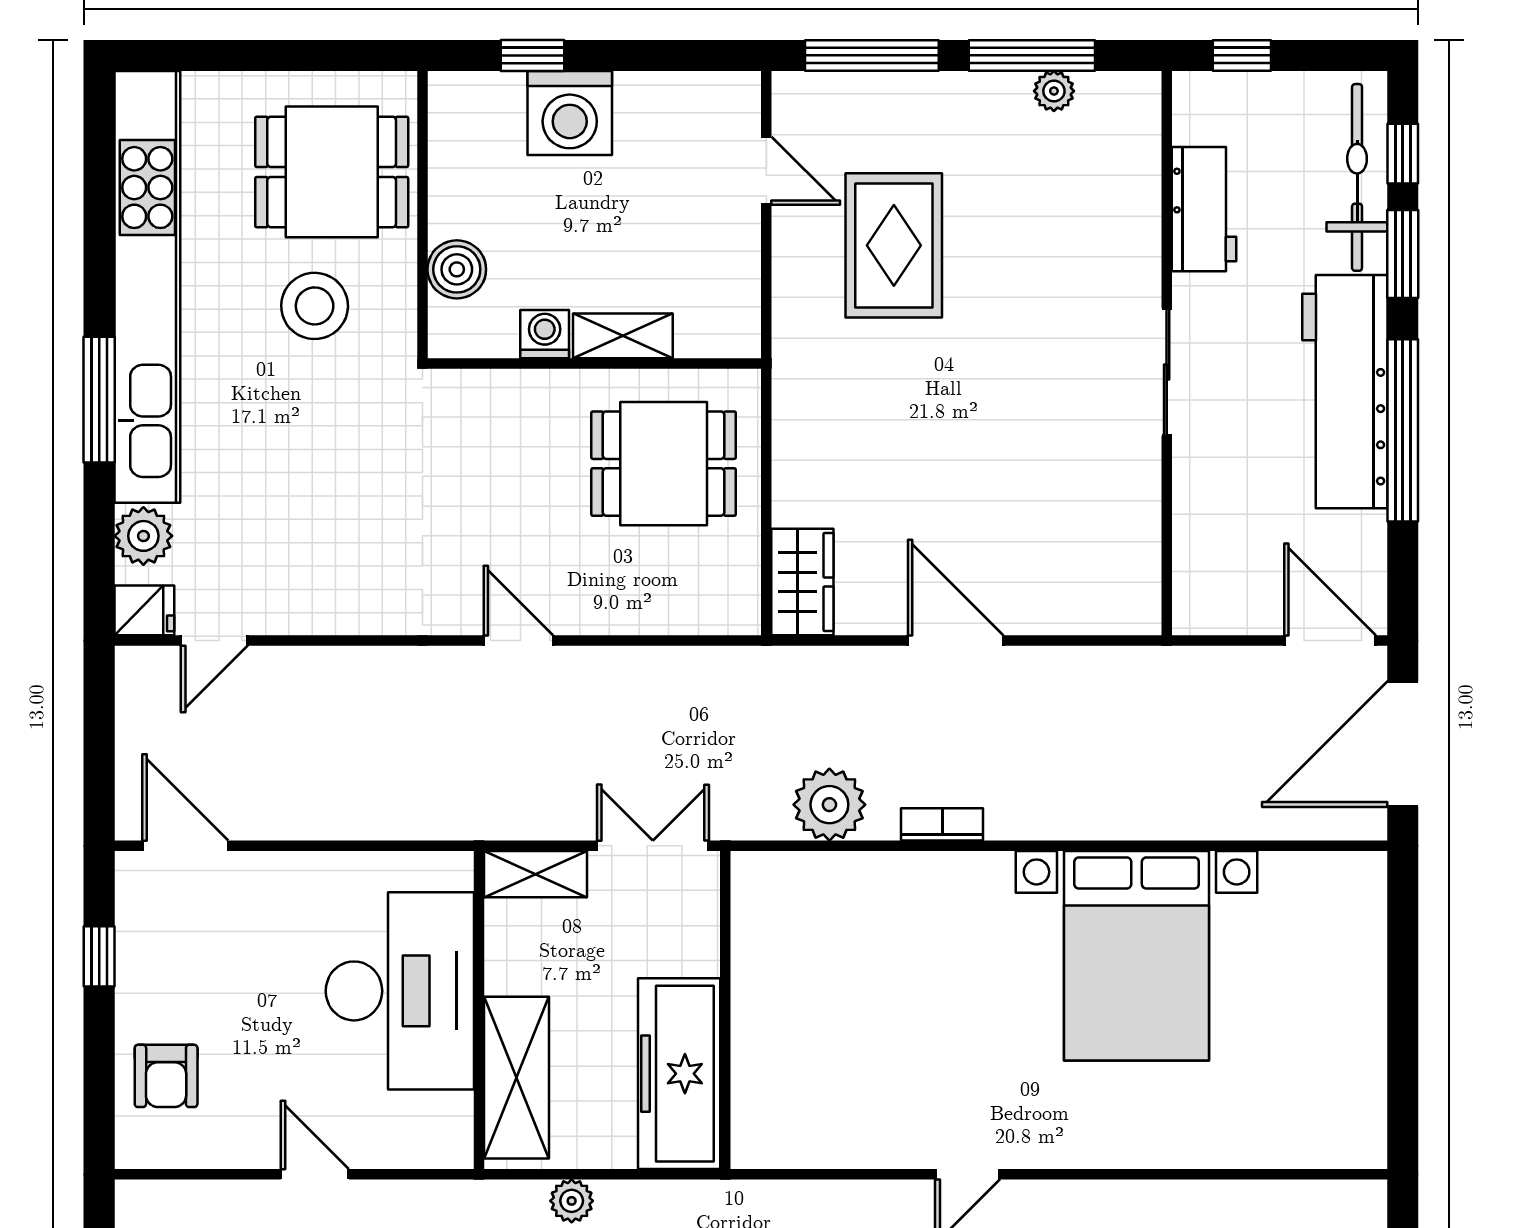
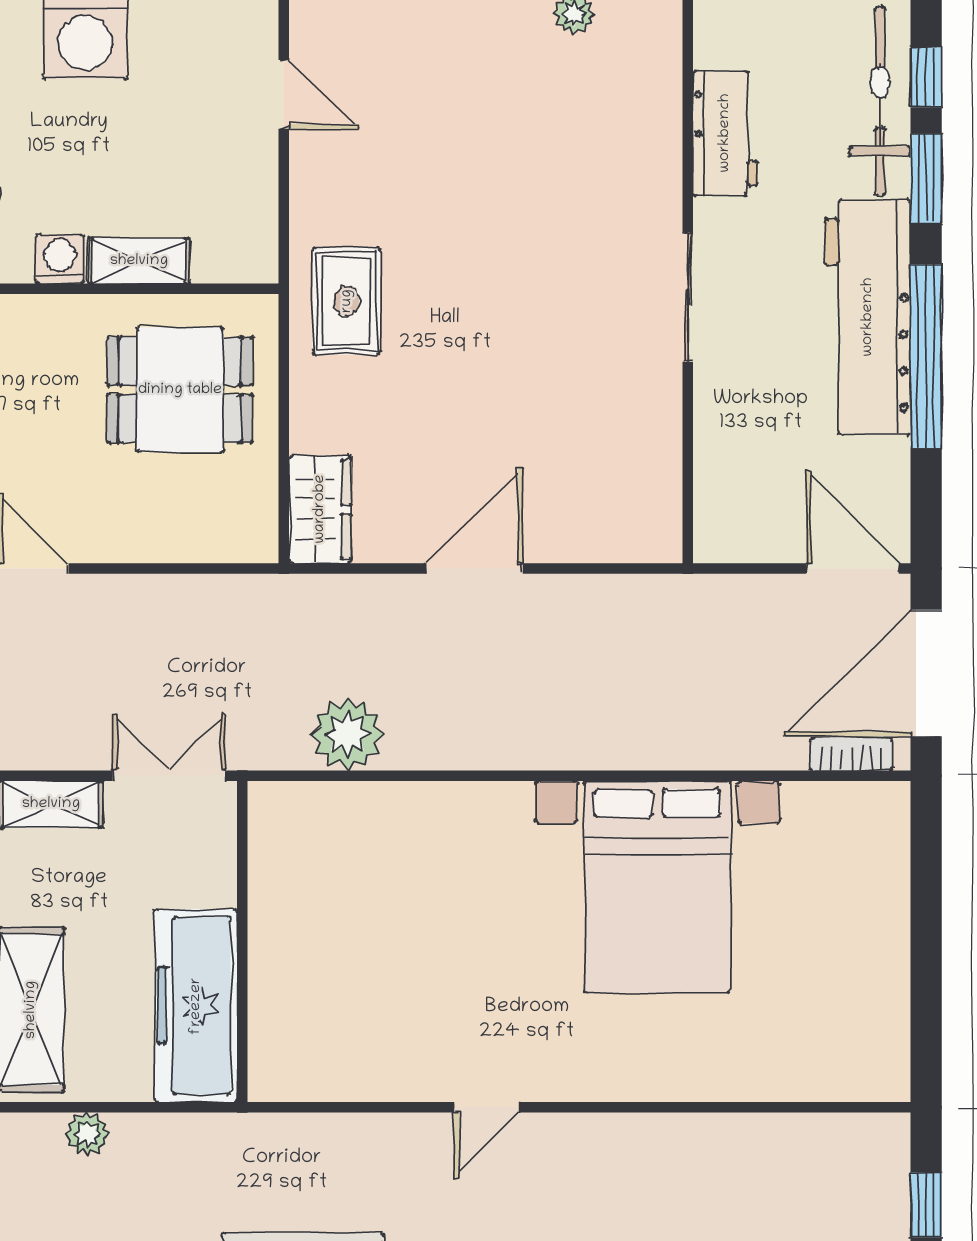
rug: (894, 245) -> (347, 301), moved, width x0.73, depth x0.70
door: (956, 641) -> (475, 569), hinge flipped
bookcase: (942, 824) -> (851, 754), moved

